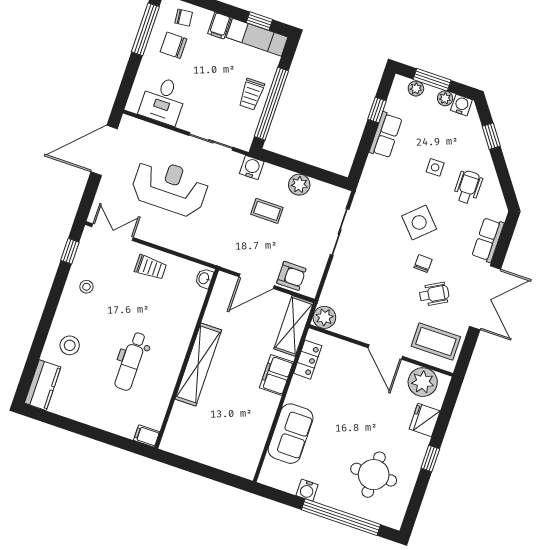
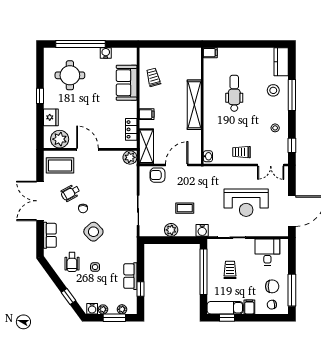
trolley: (251, 94) -> (230, 270), moved
window: (44, 328) -> (292, 95), added
filing cabinet: (276, 375) -> (147, 114), width x0.50
trolley: (247, 428) -> (153, 77), added

